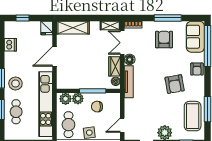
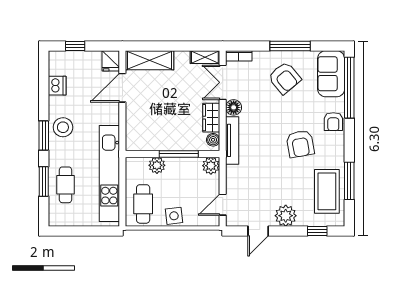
armchair: (164, 40) -> (285, 78), turned 140
door: (54, 56) -> (122, 88), moved
stool: (15, 84) -> (63, 127), moved
plant: (66, 99) -> (211, 166), moved
chair: (97, 107) -> (185, 177), removed

